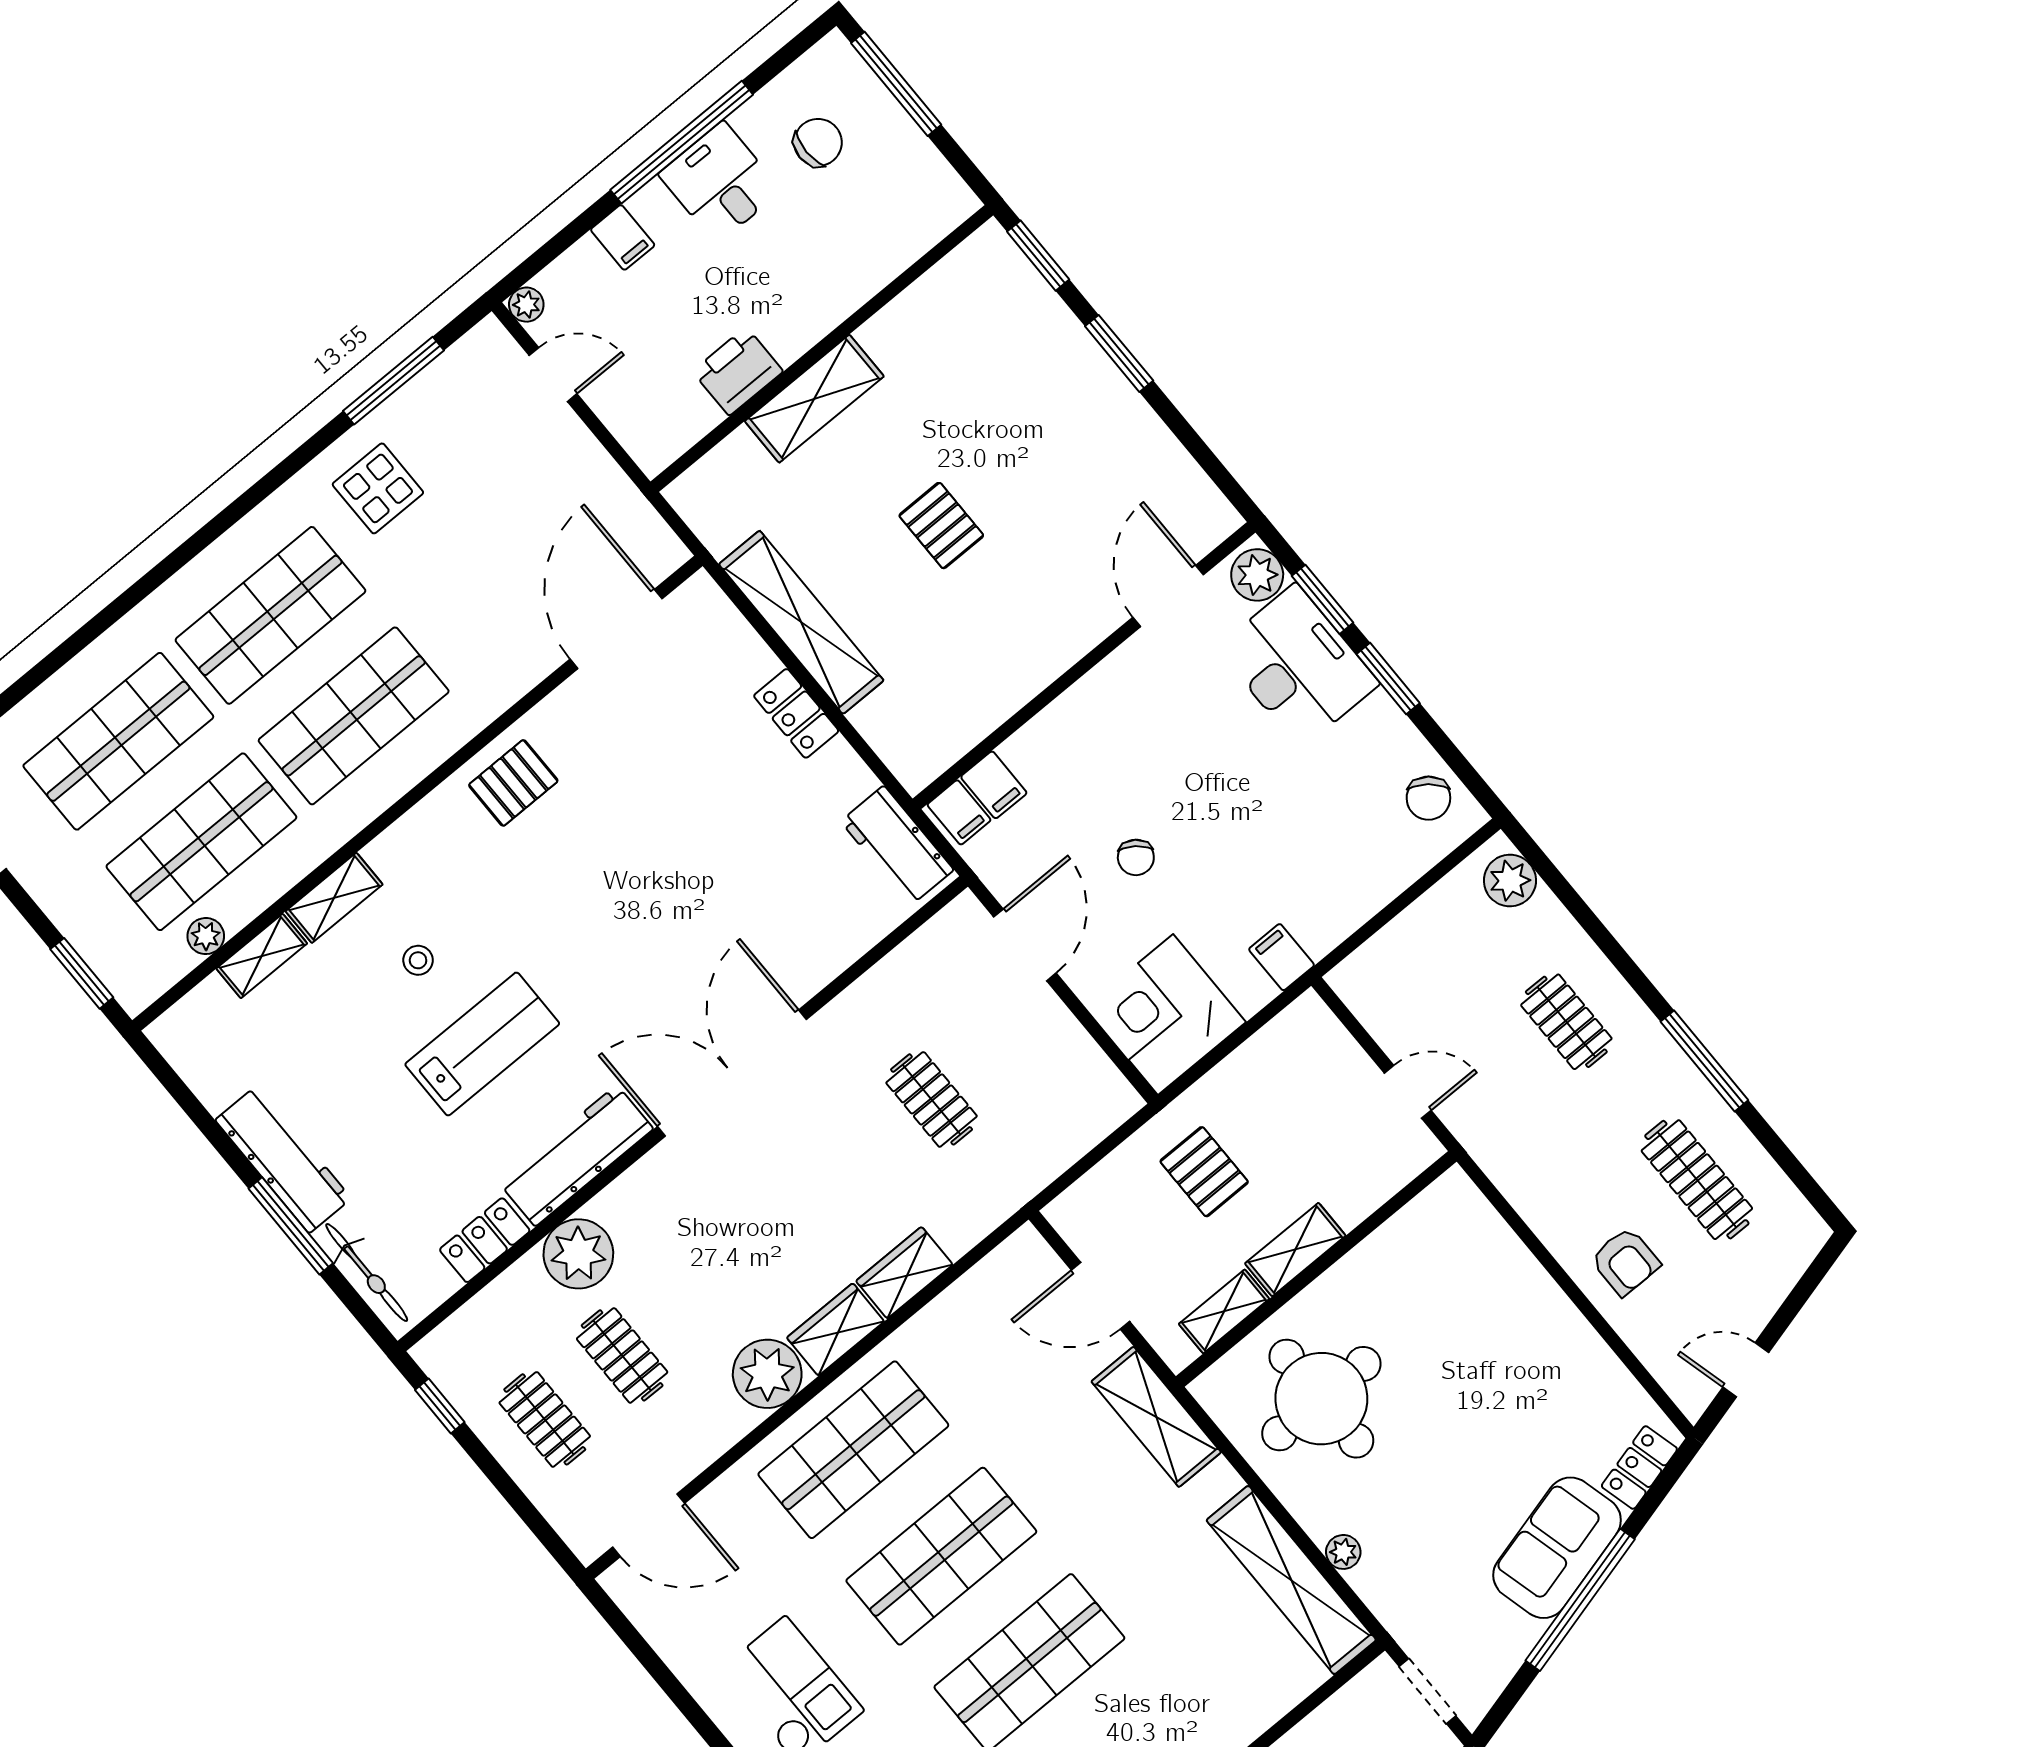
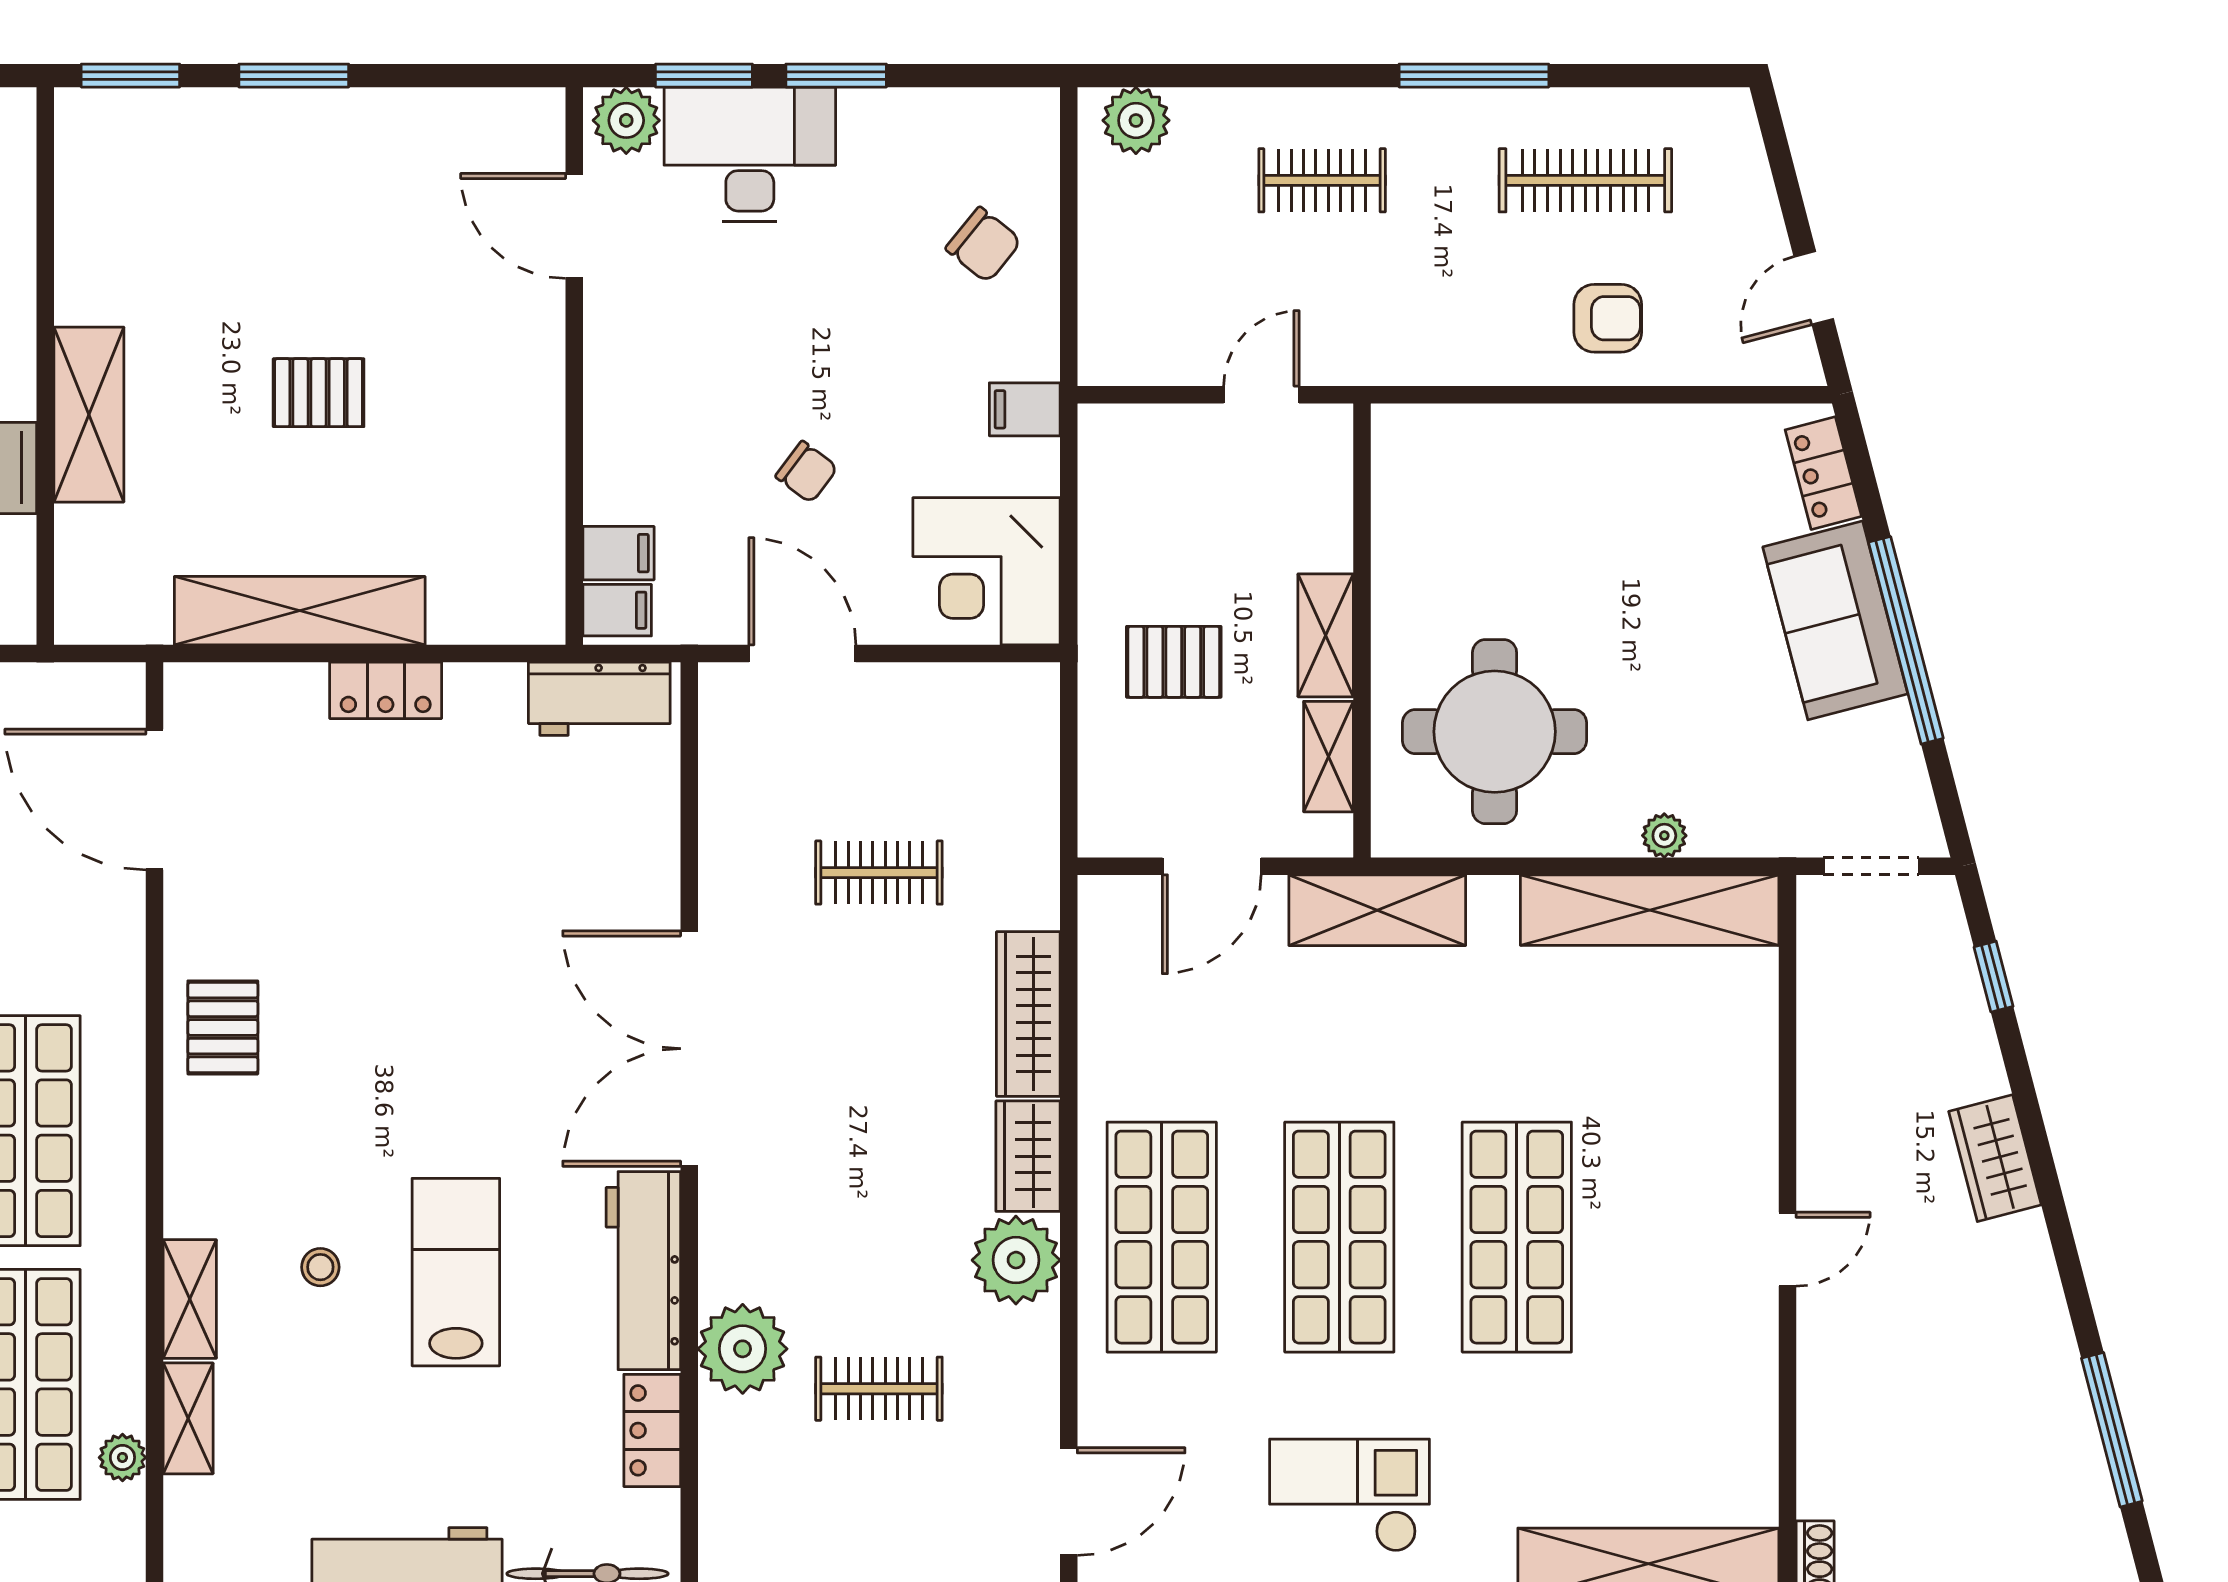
chair: (1428, 798) -> (984, 245), moved
wardrobe: (904, 1273) -> (1028, 1014), width x1.50
clothes rail: (545, 1419) -> (879, 1518), removed

